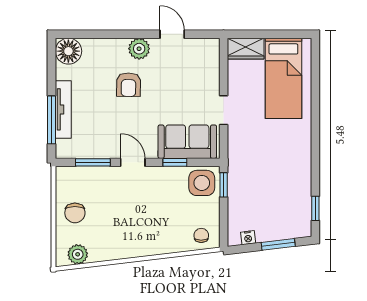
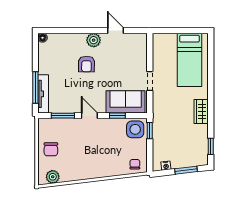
wardrobe: (246, 49) -> (201, 111), moved, turned 90
floor lamp: (68, 51) -> (43, 38), width x0.53, depth x0.53
tv unit: (63, 109) -> (43, 94), moved

